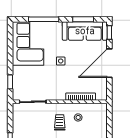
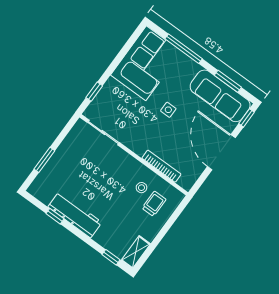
door: (109, 63) -> (221, 152), hinge flipped
trolley: (60, 122) -> (154, 204), moved

